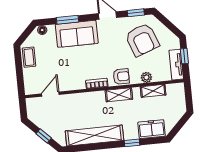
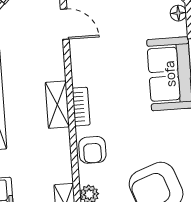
shelving: (119, 95) -> (57, 105), moved

